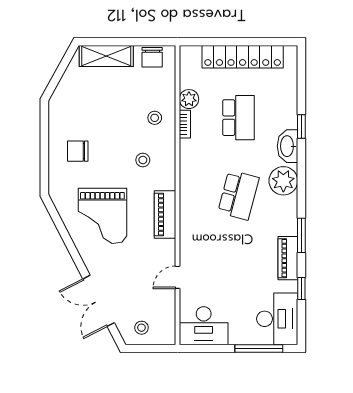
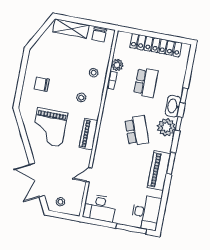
school desk: (238, 195) -> (137, 131), turned -36
piano: (288, 258) -> (159, 171), width x1.37, depth x1.33
window: (301, 288) -> (179, 124), moved

